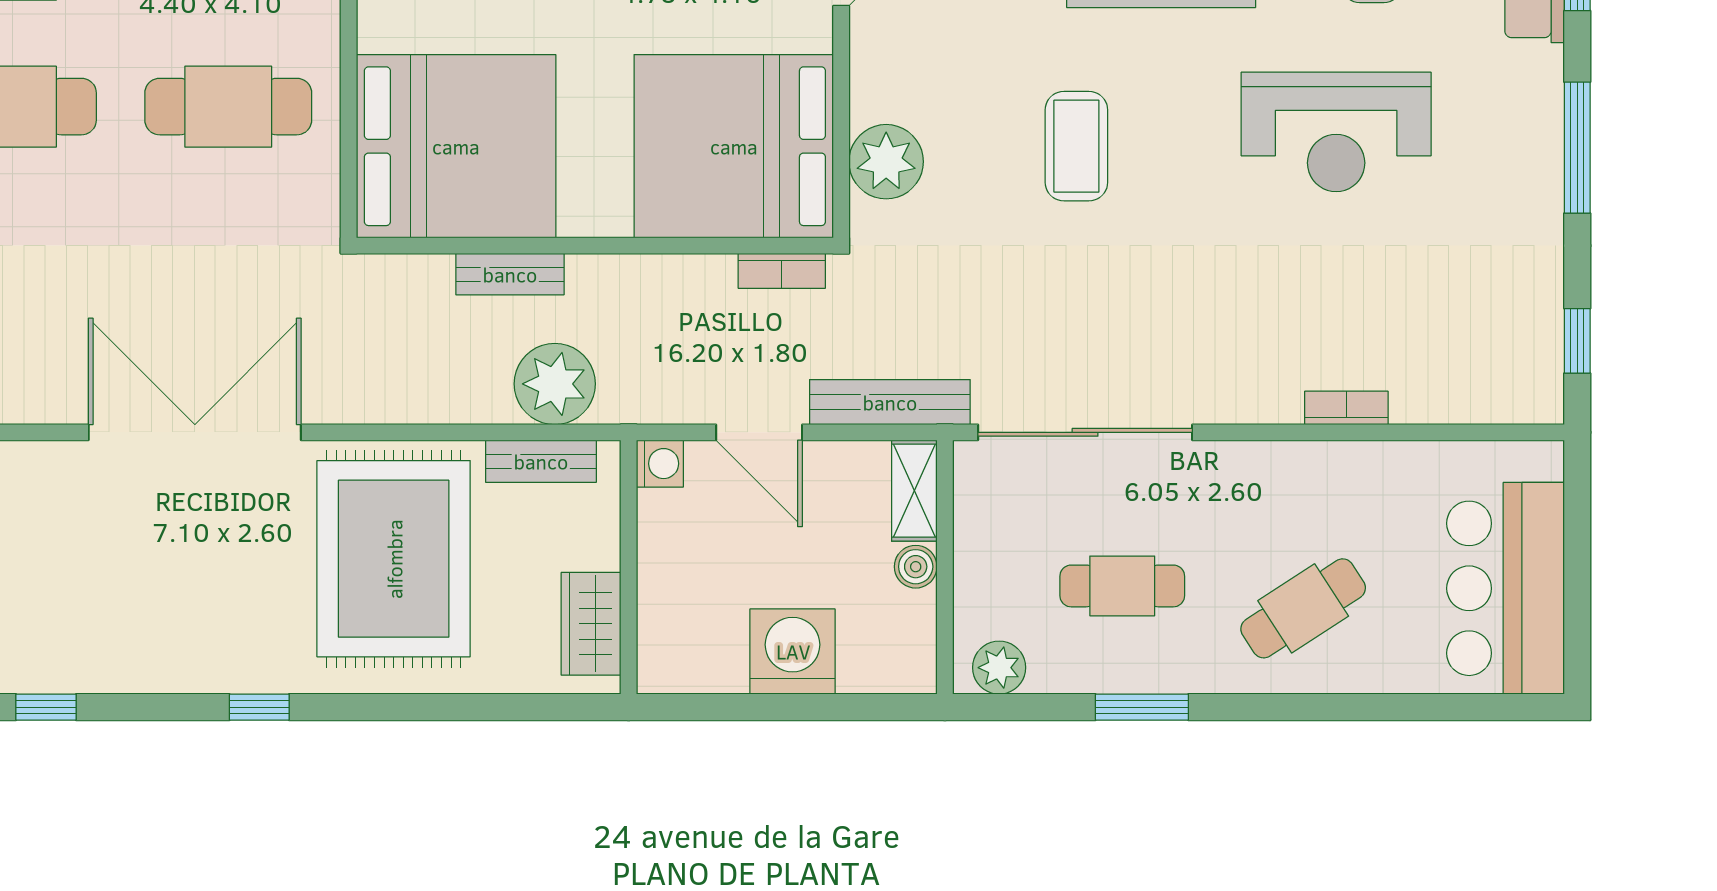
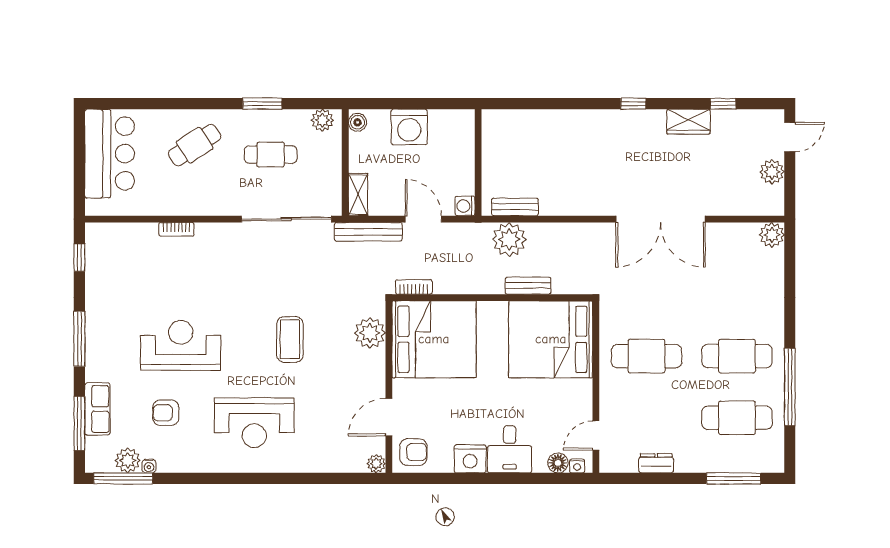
rug: (394, 559) -> (577, 166), removed
boiler: (916, 567) -> (357, 122), moved
wardrobe: (591, 624) -> (688, 122), moved, turned 90

